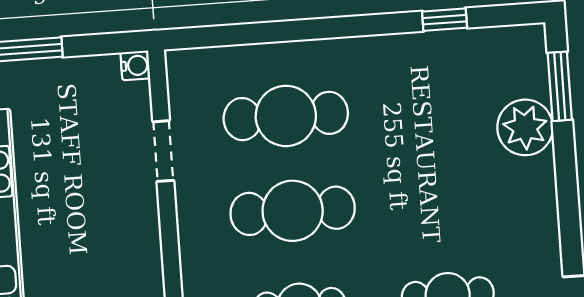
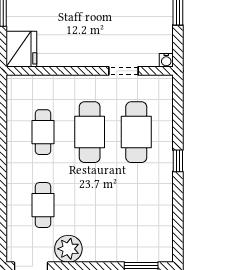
window: (445, 20) -> (178, 161), moved
plant: (525, 127) -> (68, 249), moved

